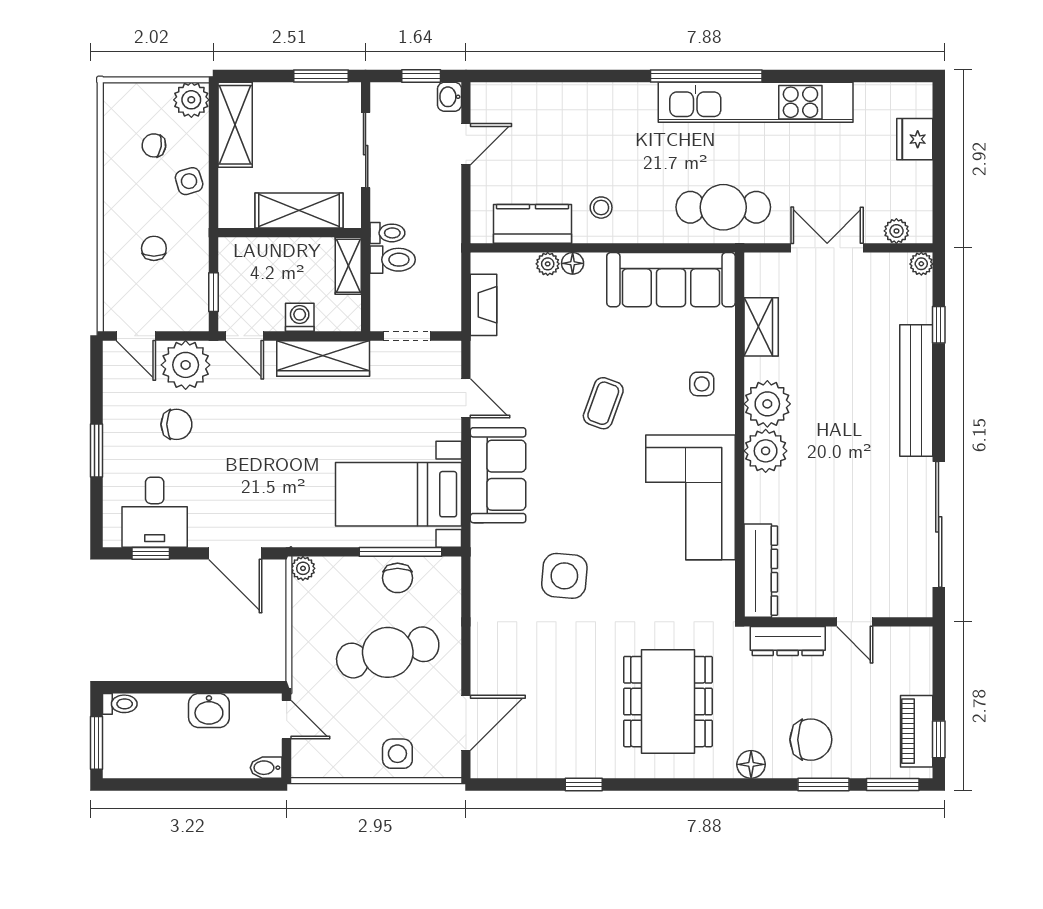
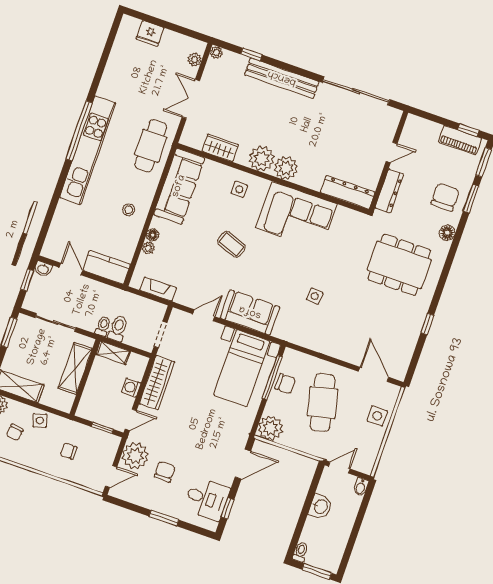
kitchen unit: (756, 102) -> (88, 150), moved
kitchen counter: (532, 224) -> (107, 267), moved, turned 90
plant: (303, 568) -> (270, 428), width x1.88, depth x1.88
side table: (564, 576) -> (315, 296), width x0.54, depth x0.54

